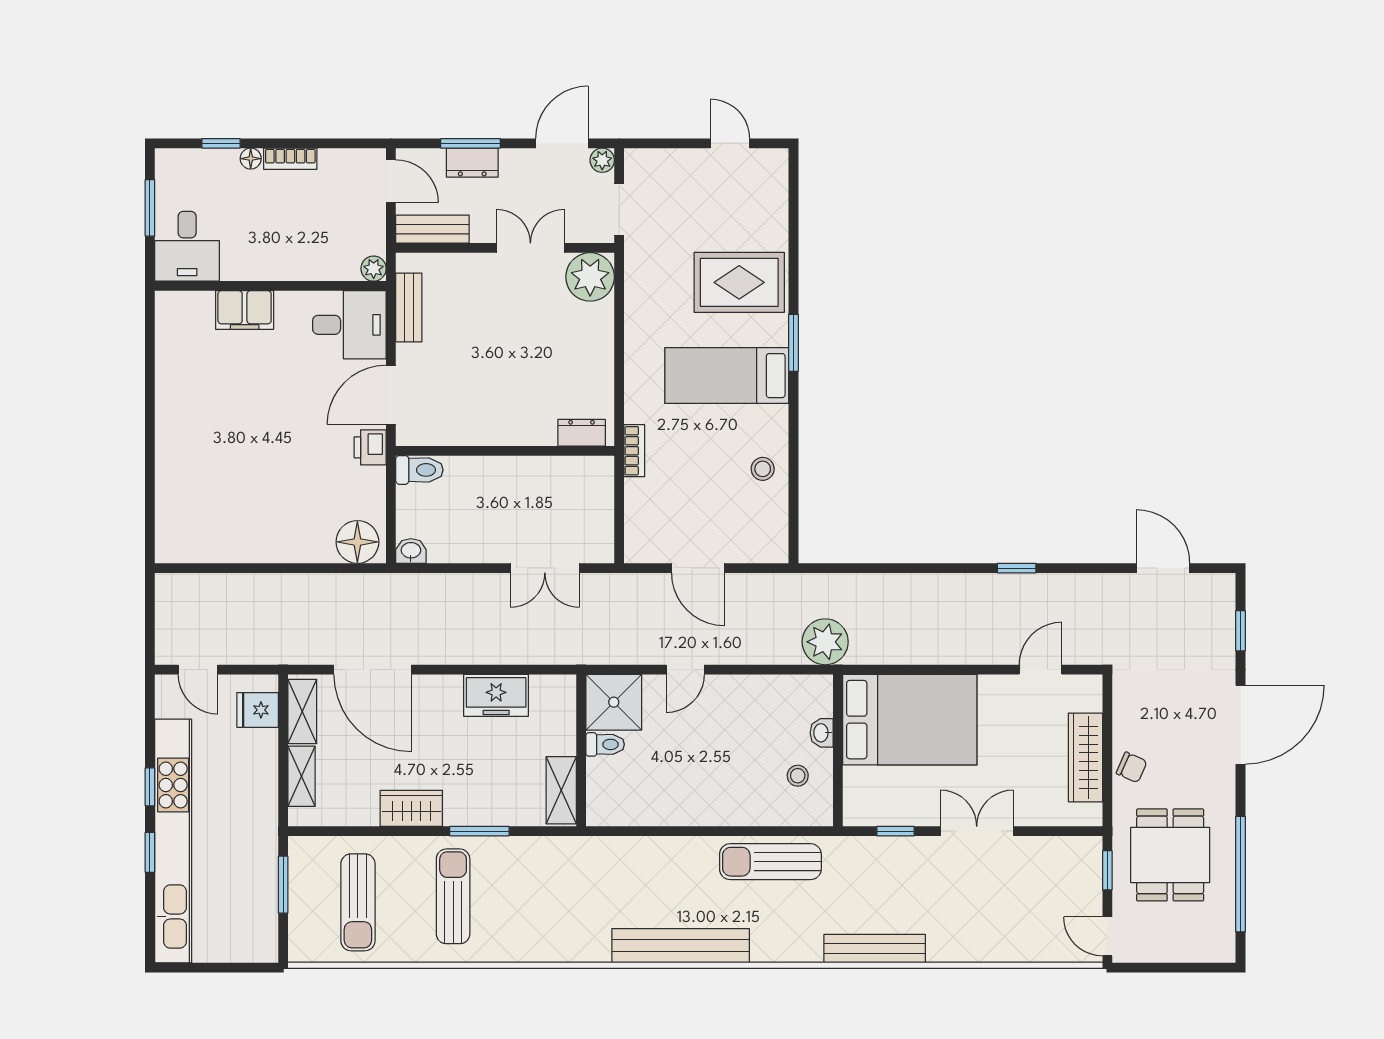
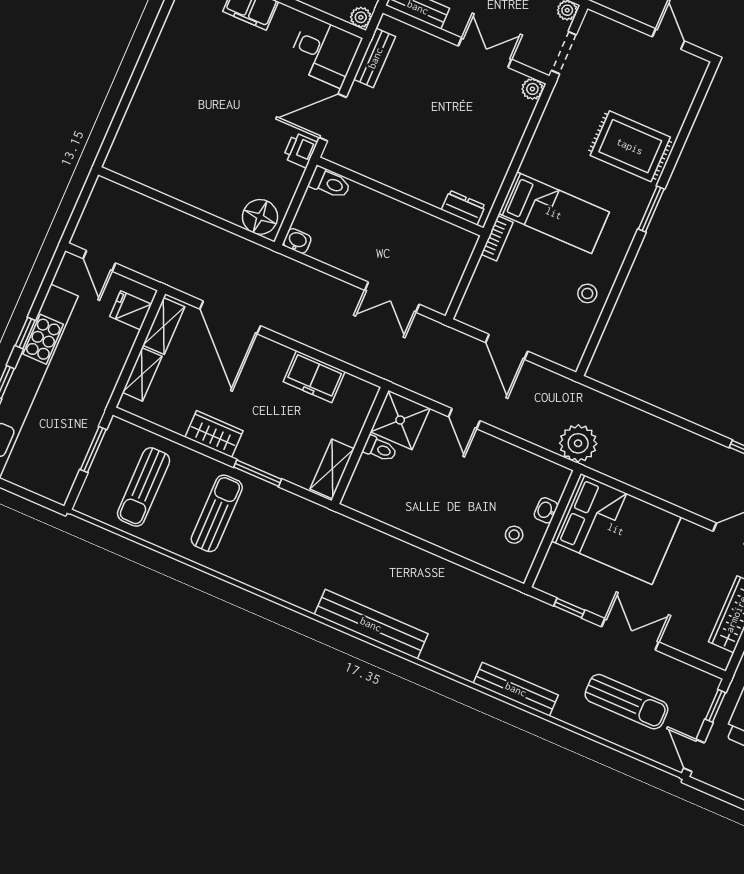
plant: (590, 277) -> (532, 89), width x0.53, depth x0.53
bed: (727, 376) -> (554, 213), moved, turned 180
door: (685, 670) -> (464, 419), hinge flipped
sun lounger: (770, 862) -> (626, 702), moved, turned 180

